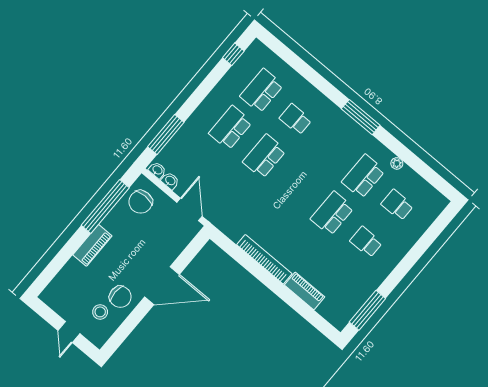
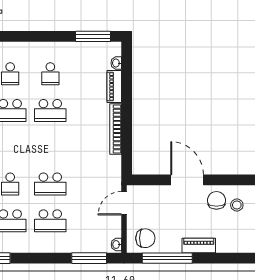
washbasin: (170, 181) -> (116, 63), moved

